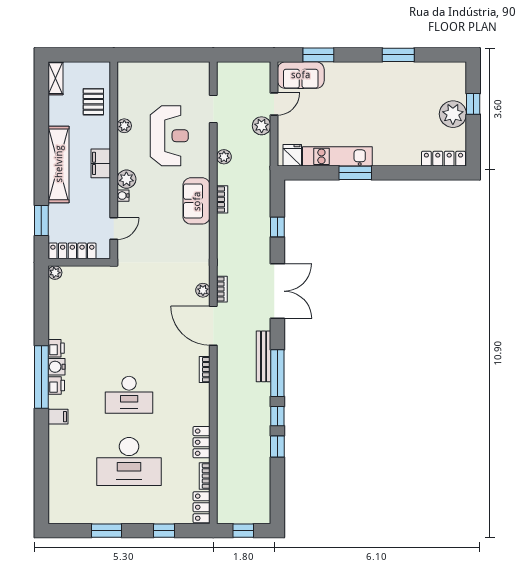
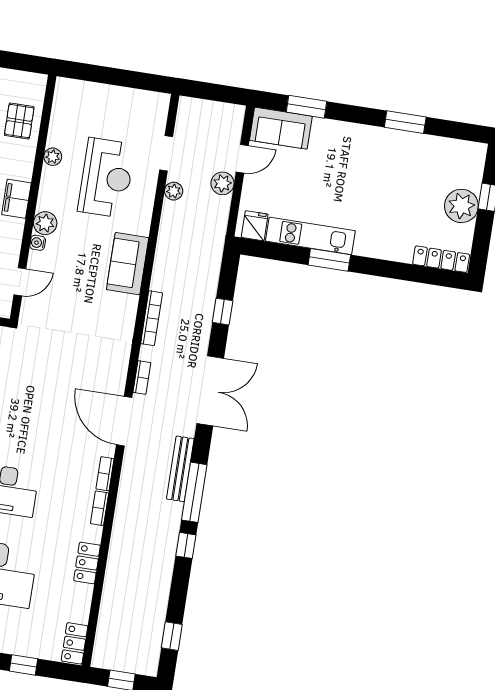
plant: (224, 157) -> (174, 191), moved
bookcase: (222, 199) -> (152, 318), moved, width x1.56
plant: (203, 290) -> (118, 375), removed
window: (277, 447) -> (172, 636), moved
bookcase: (205, 476) -> (100, 508), moved

